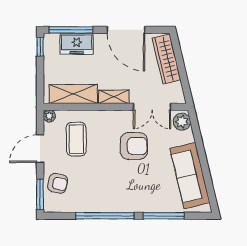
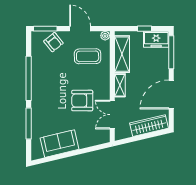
freezer: (77, 44) -> (156, 39), moved, turned -90
window: (40, 47) -> (144, 29), moved
plant: (182, 122) -> (101, 137), removed
armchair: (134, 146) -> (82, 101), turned 90
sofa: (190, 176) -> (60, 144), width x0.73
armchair: (58, 183) -> (53, 42), turned -51

